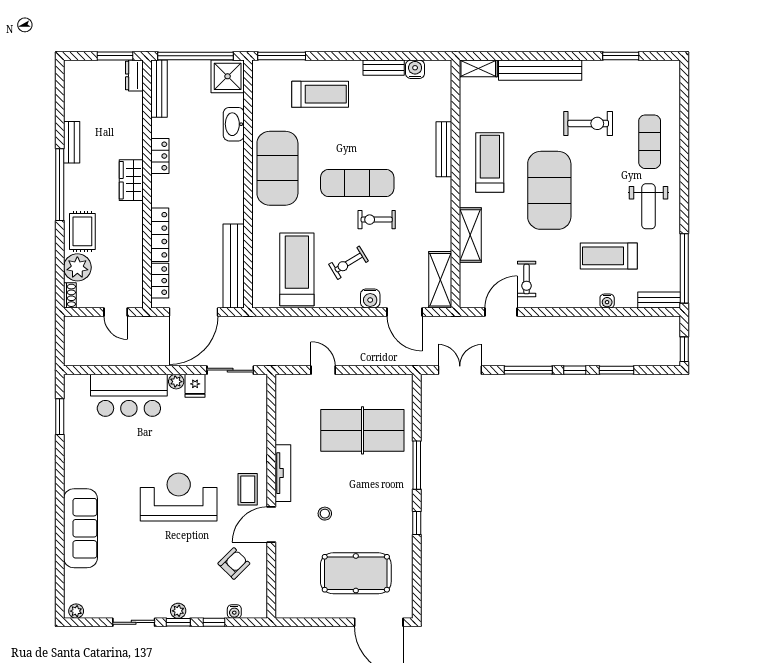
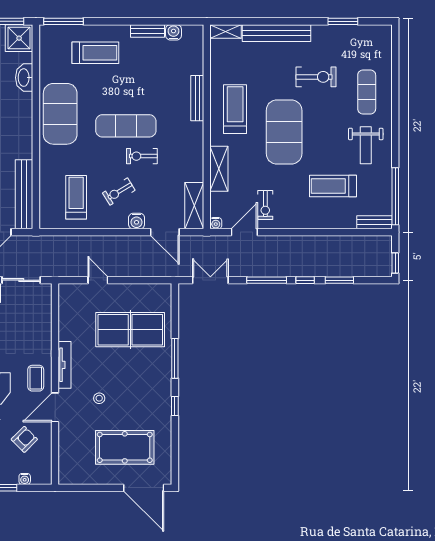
treadmill: (297, 269) -> (76, 197), width x0.73, depth x0.73
water cooler: (607, 301) -> (216, 223), moved

